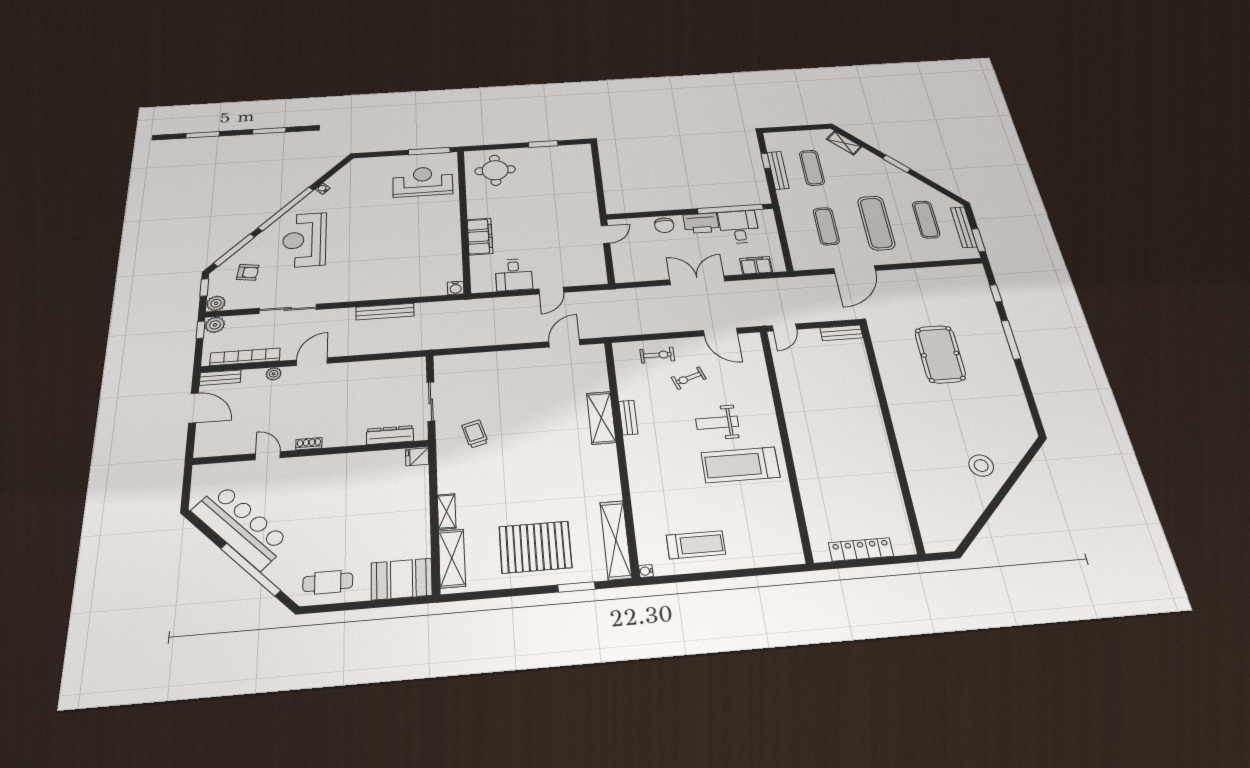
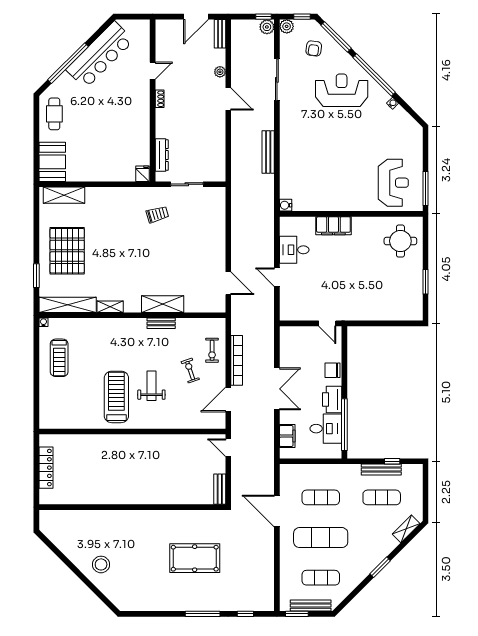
bookcase: (245, 357) -> (237, 360), moved
shelving: (447, 512) -> (110, 307), moved

